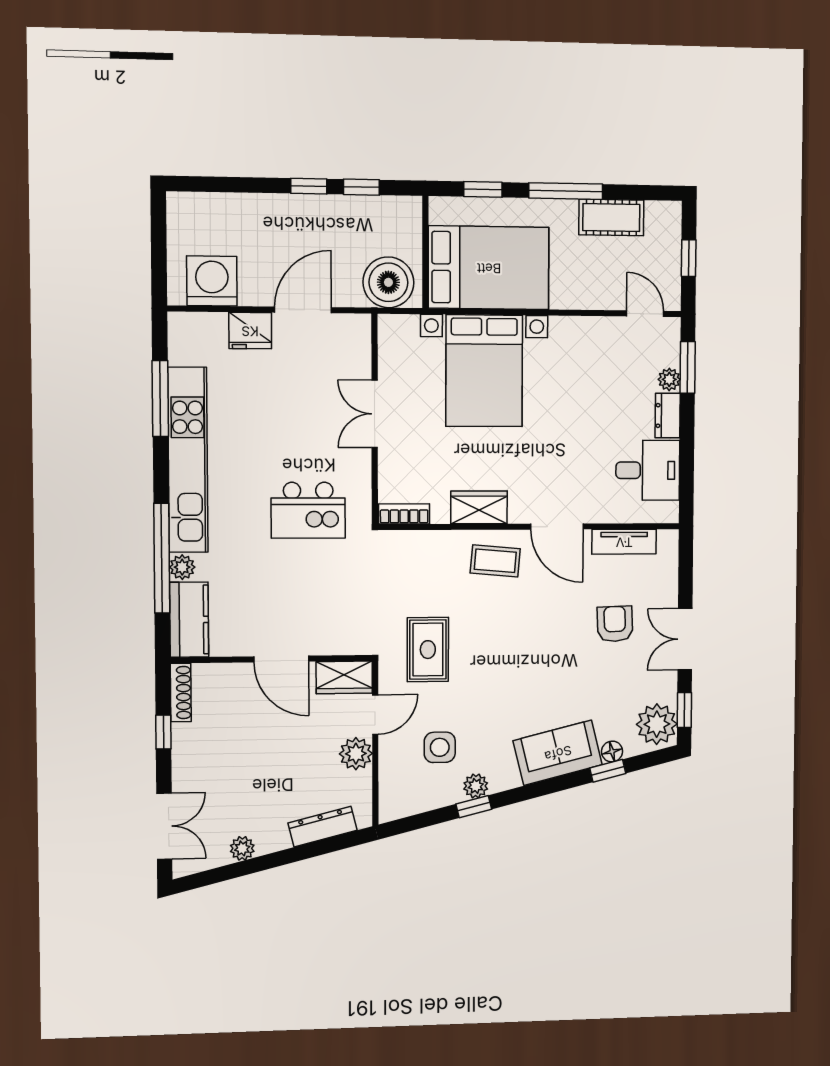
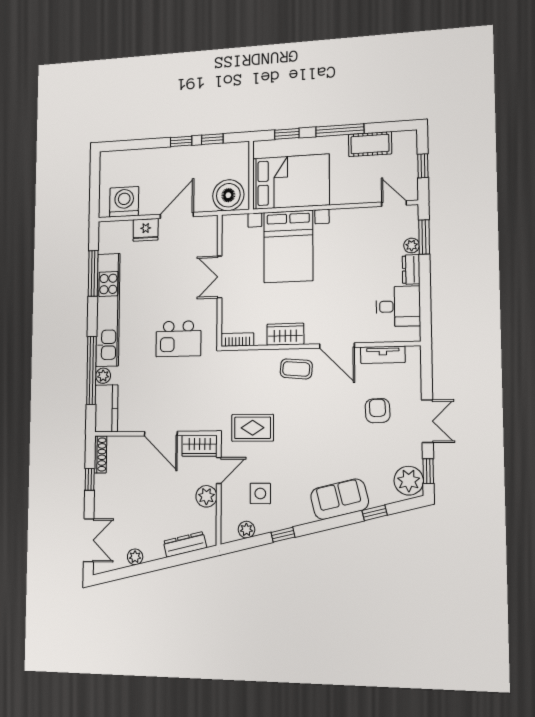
double door: (685, 639) -> (427, 421), swing flipped
rug: (428, 650) -> (253, 428), turned 90
floor lamp: (612, 751) -> (377, 499), removed
plant: (476, 786) -> (246, 530), moved

